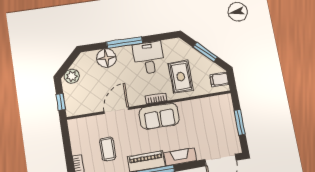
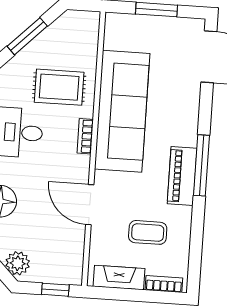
filing cabinet: (219, 79) -> (78, 25), removed
sofa: (159, 116) -> (122, 111), width x1.85, depth x1.27
fireplace: (180, 157) -> (119, 277), moved, turned 90

